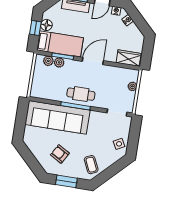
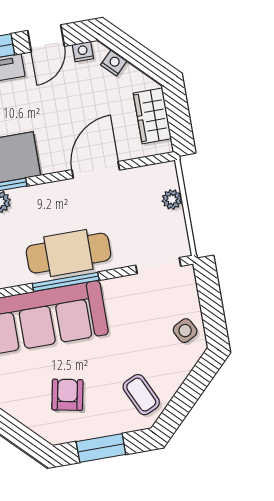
wardrobe: (129, 58) -> (152, 116), moved, turned -90
door: (93, 61) -> (96, 170), moved
cafe table: (81, 94) -> (68, 253), width x1.37, depth x1.35
armchair: (60, 154) -> (67, 395), turned 71

